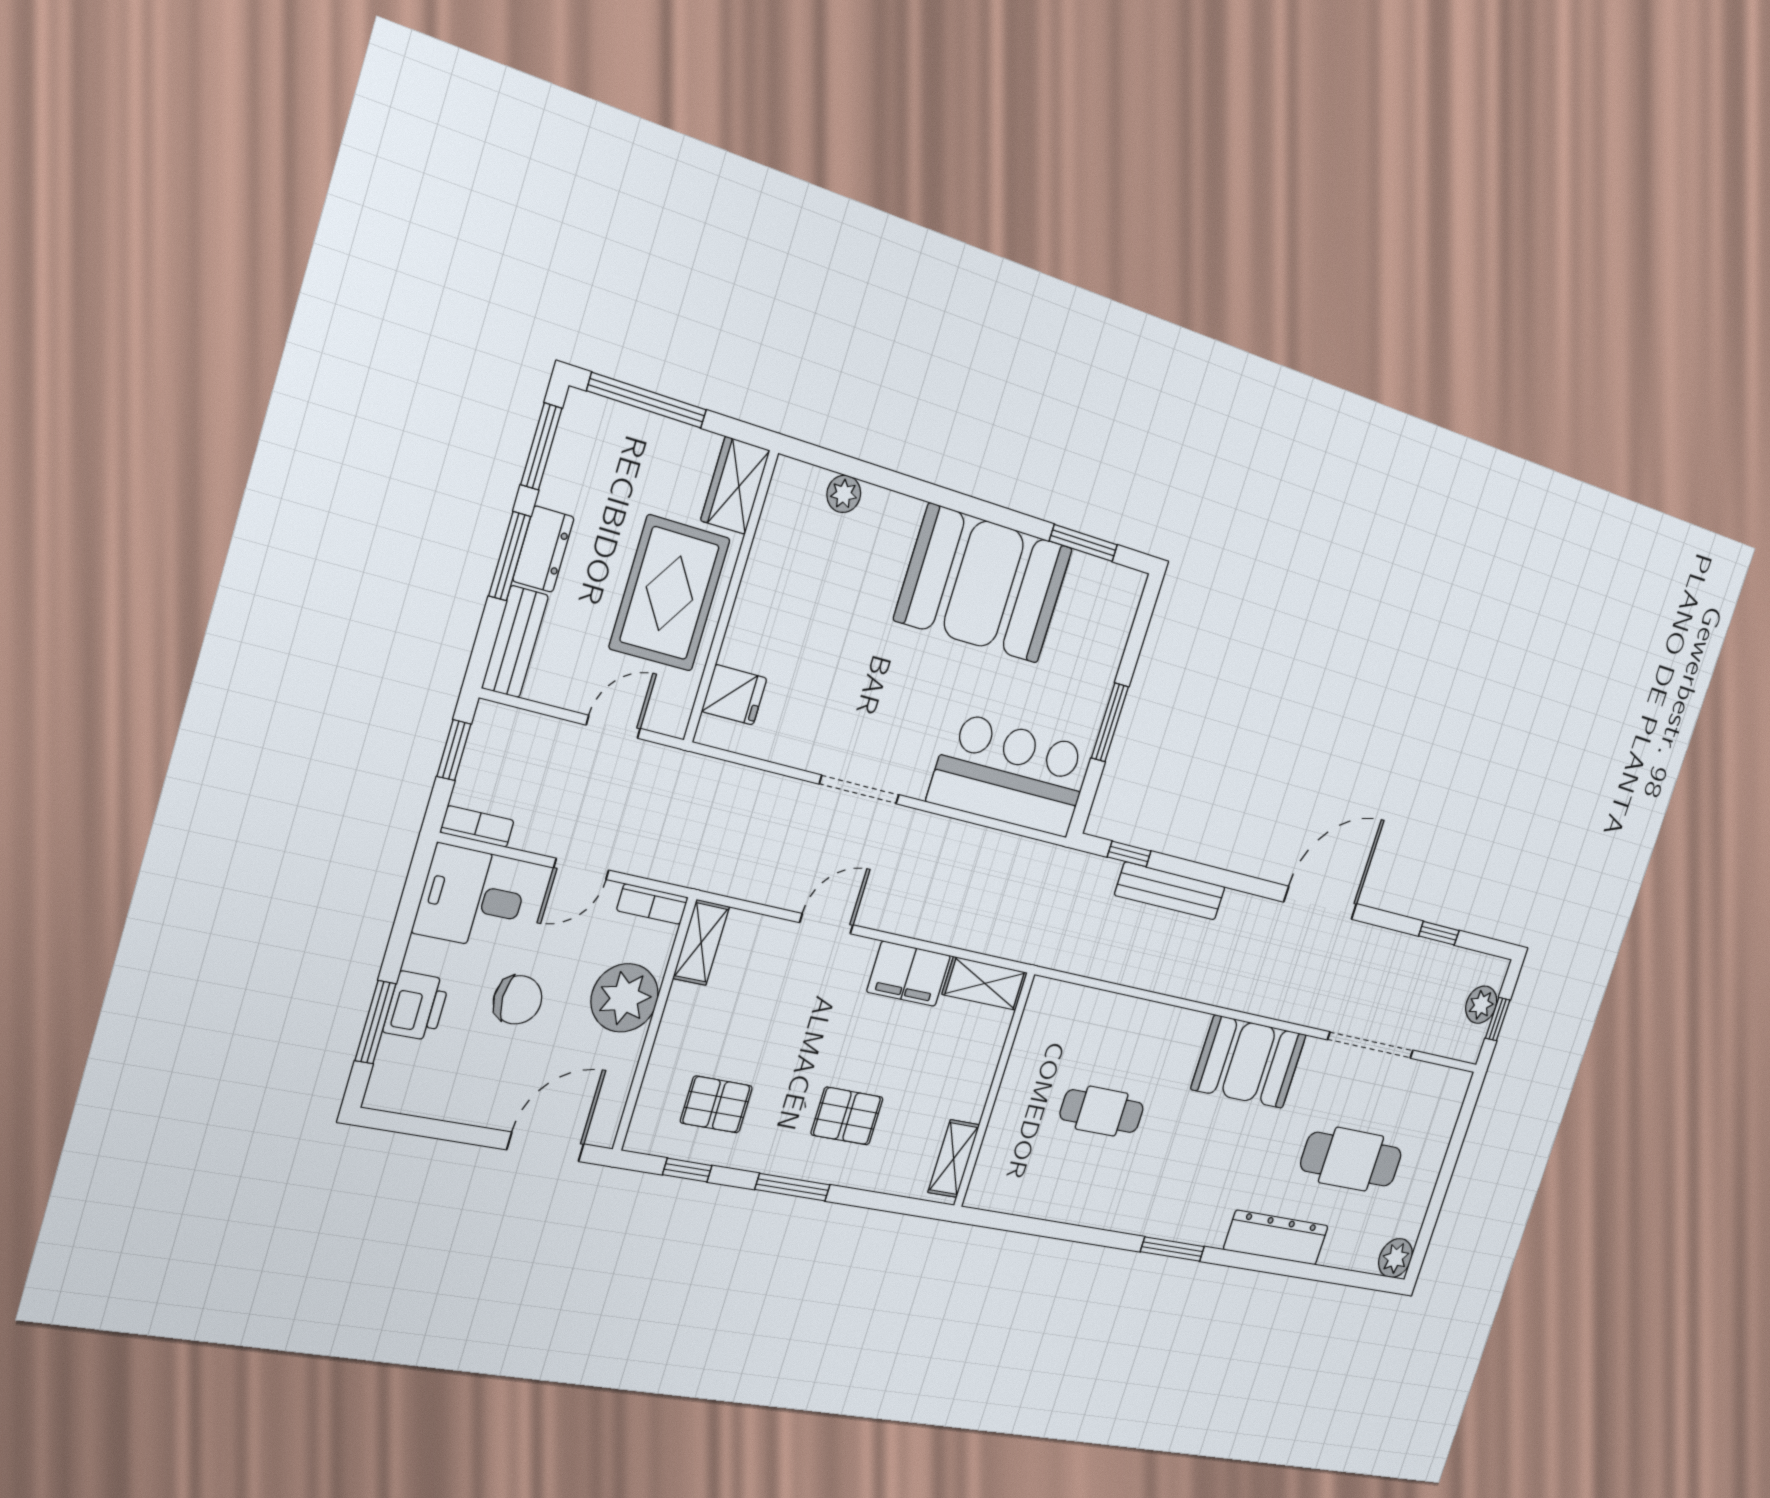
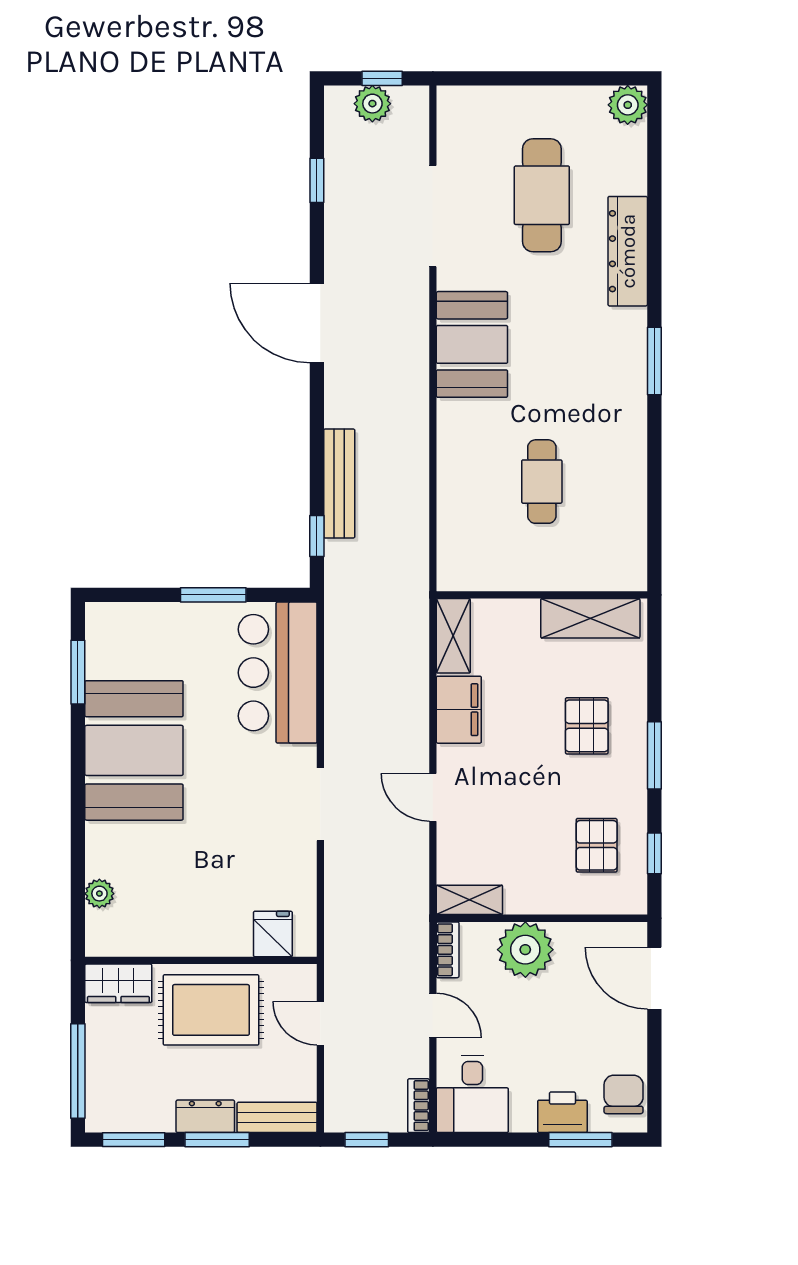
chair: (518, 1000) -> (624, 1094), moved
shelving: (954, 1159) -> (590, 618), width x1.50, depth x1.33

